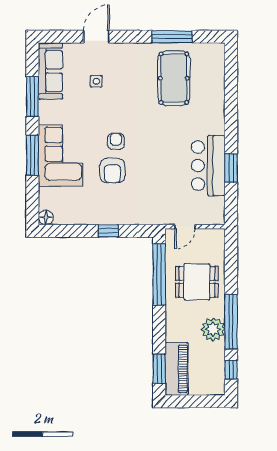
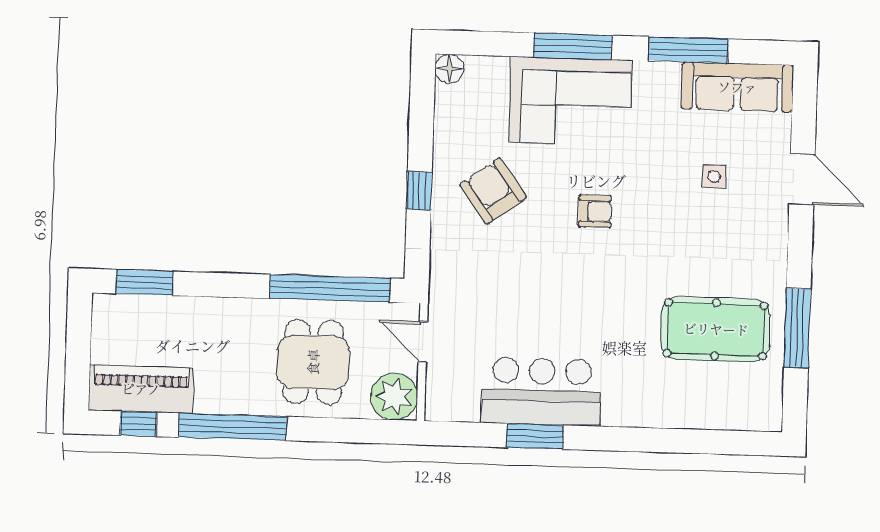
armchair: (112, 171) -> (493, 191), moved, turned 54
plant: (213, 329) -> (394, 397), moved
piano: (177, 369) -> (141, 389), moved, turned 180

